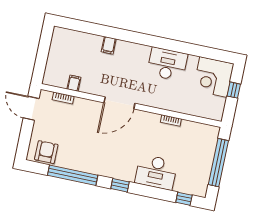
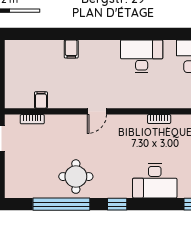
door: (119, 103) -> (97, 111), width x0.53
armchair: (46, 152) -> (26, 184), removed
round table: (90, 154) -> (76, 177), added

